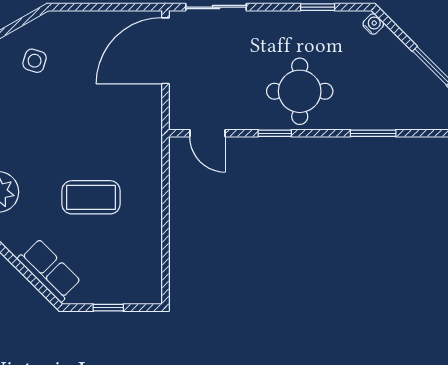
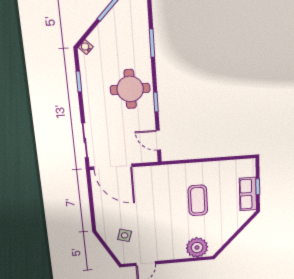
door: (208, 133) -> (158, 140), swing flipped
row of seats: (49, 270) -> (248, 194), moved, turned -45

